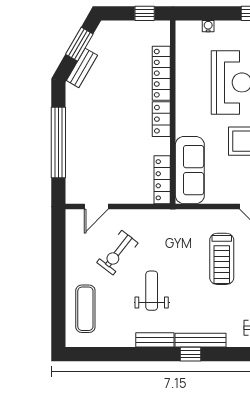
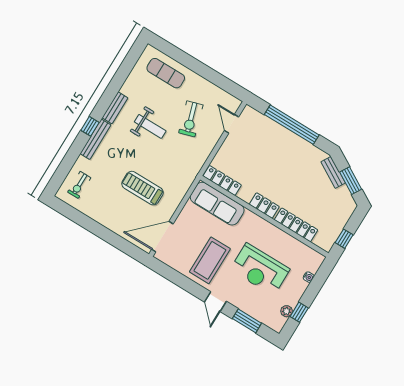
exercise bike: (117, 253) -> (191, 119), turned -145

